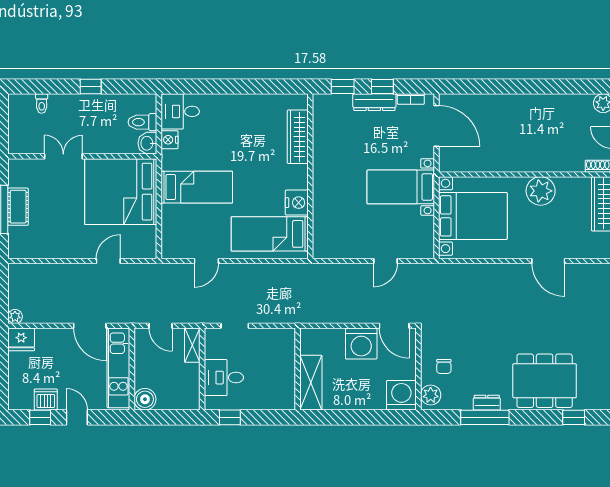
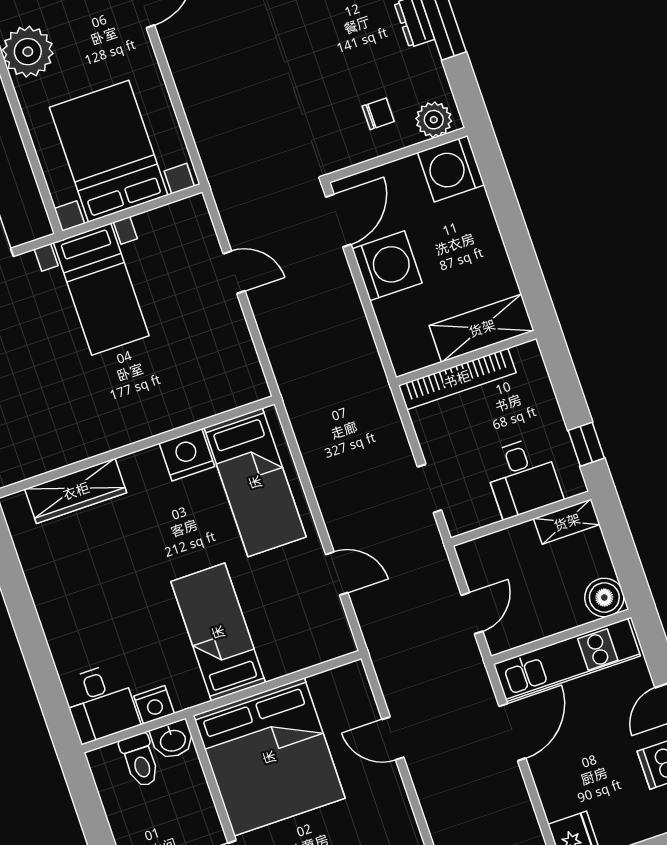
shelving: (192, 345) -> (567, 522), moved
bookcase: (288, 360) -> (457, 379), added

